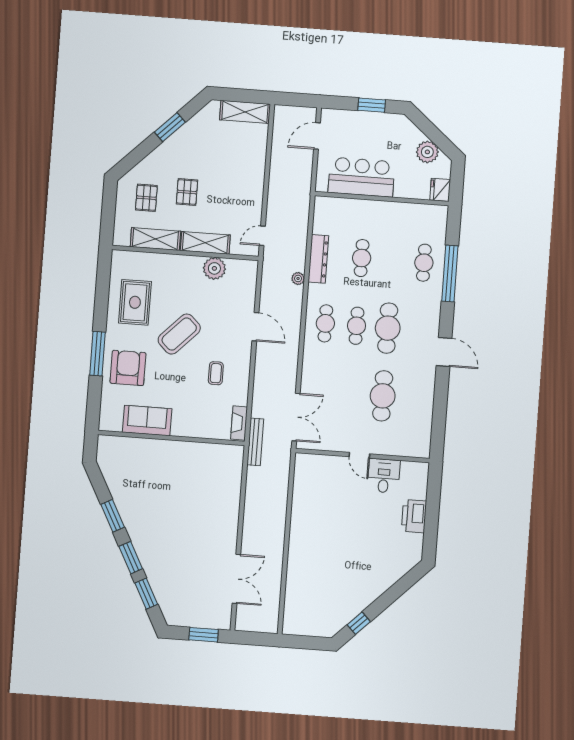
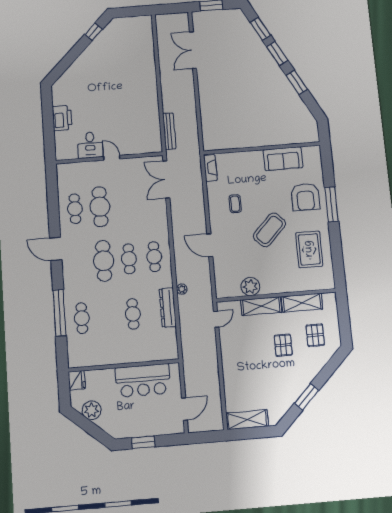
cafe table: (414, 398) -> (75, 209), added
bench: (255, 442) -> (169, 131), moved

